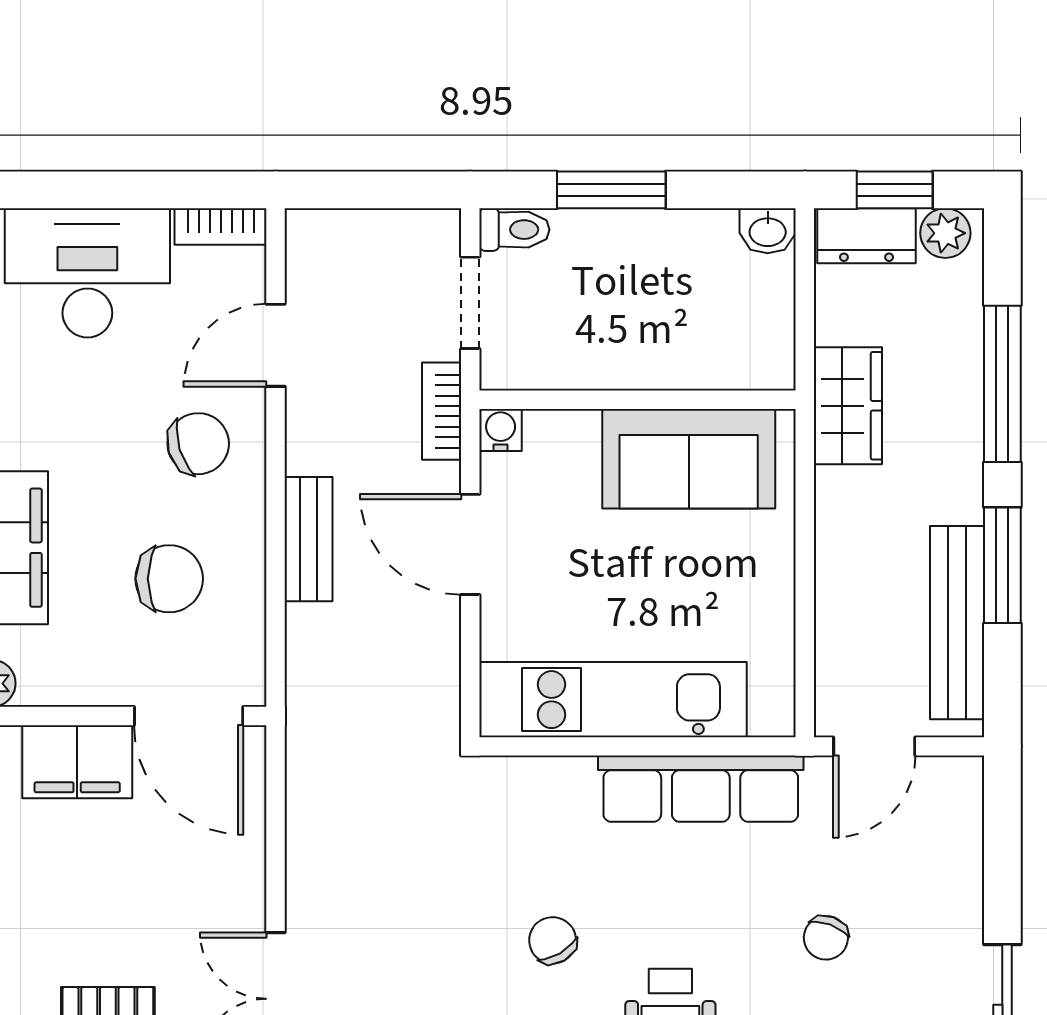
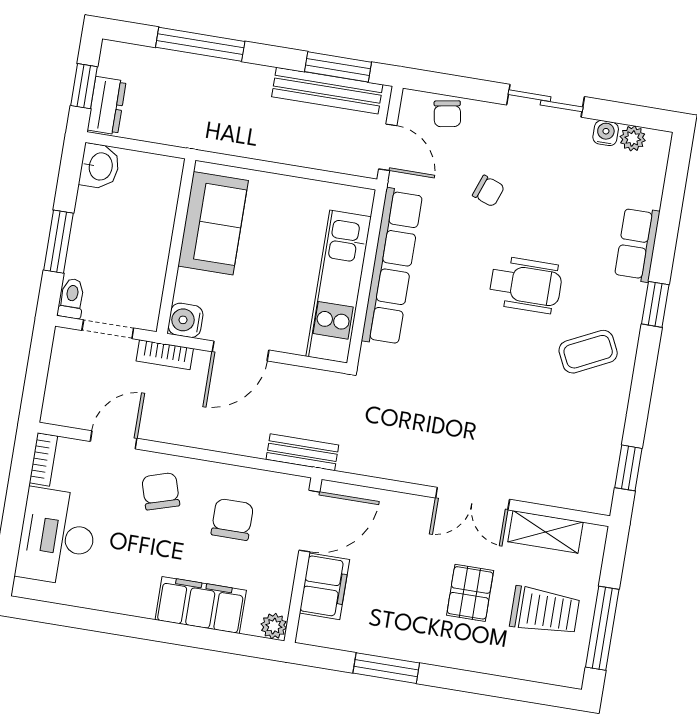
washbasin: (768, 231) -> (100, 166), width x1.38, depth x1.45
plant: (945, 233) -> (112, 62), removed
door: (276, 345) -> (114, 440), swing flipped
wardrobe: (848, 406) -> (198, 131), removed
water cooler: (501, 430) -> (186, 320), width x1.38, depth x1.38
bench: (309, 539) -> (302, 452), moved
window: (1002, 565) -> (338, 67), moved
row of seats: (701, 789) -> (392, 267), width x1.36
chair: (553, 940) -> (447, 114), moved, turned -70

